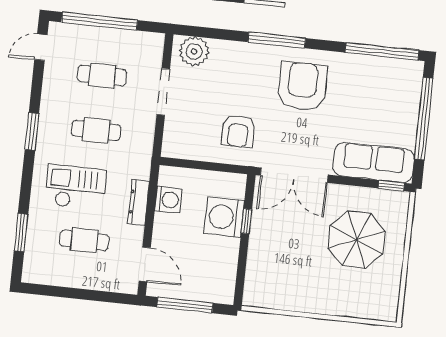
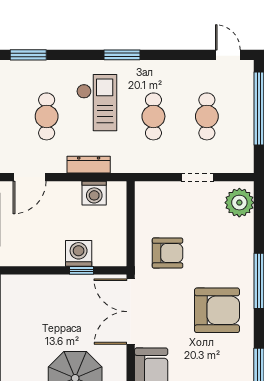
doorway: (163, 92) -> (197, 177), width x0.73
window: (32, 131) -> (122, 55), moved
armchair: (238, 131) -> (167, 253), turned 180
washing machine: (224, 217) -> (79, 253), width x0.73, depth x0.73
window: (21, 233) -> (28, 55), moved

